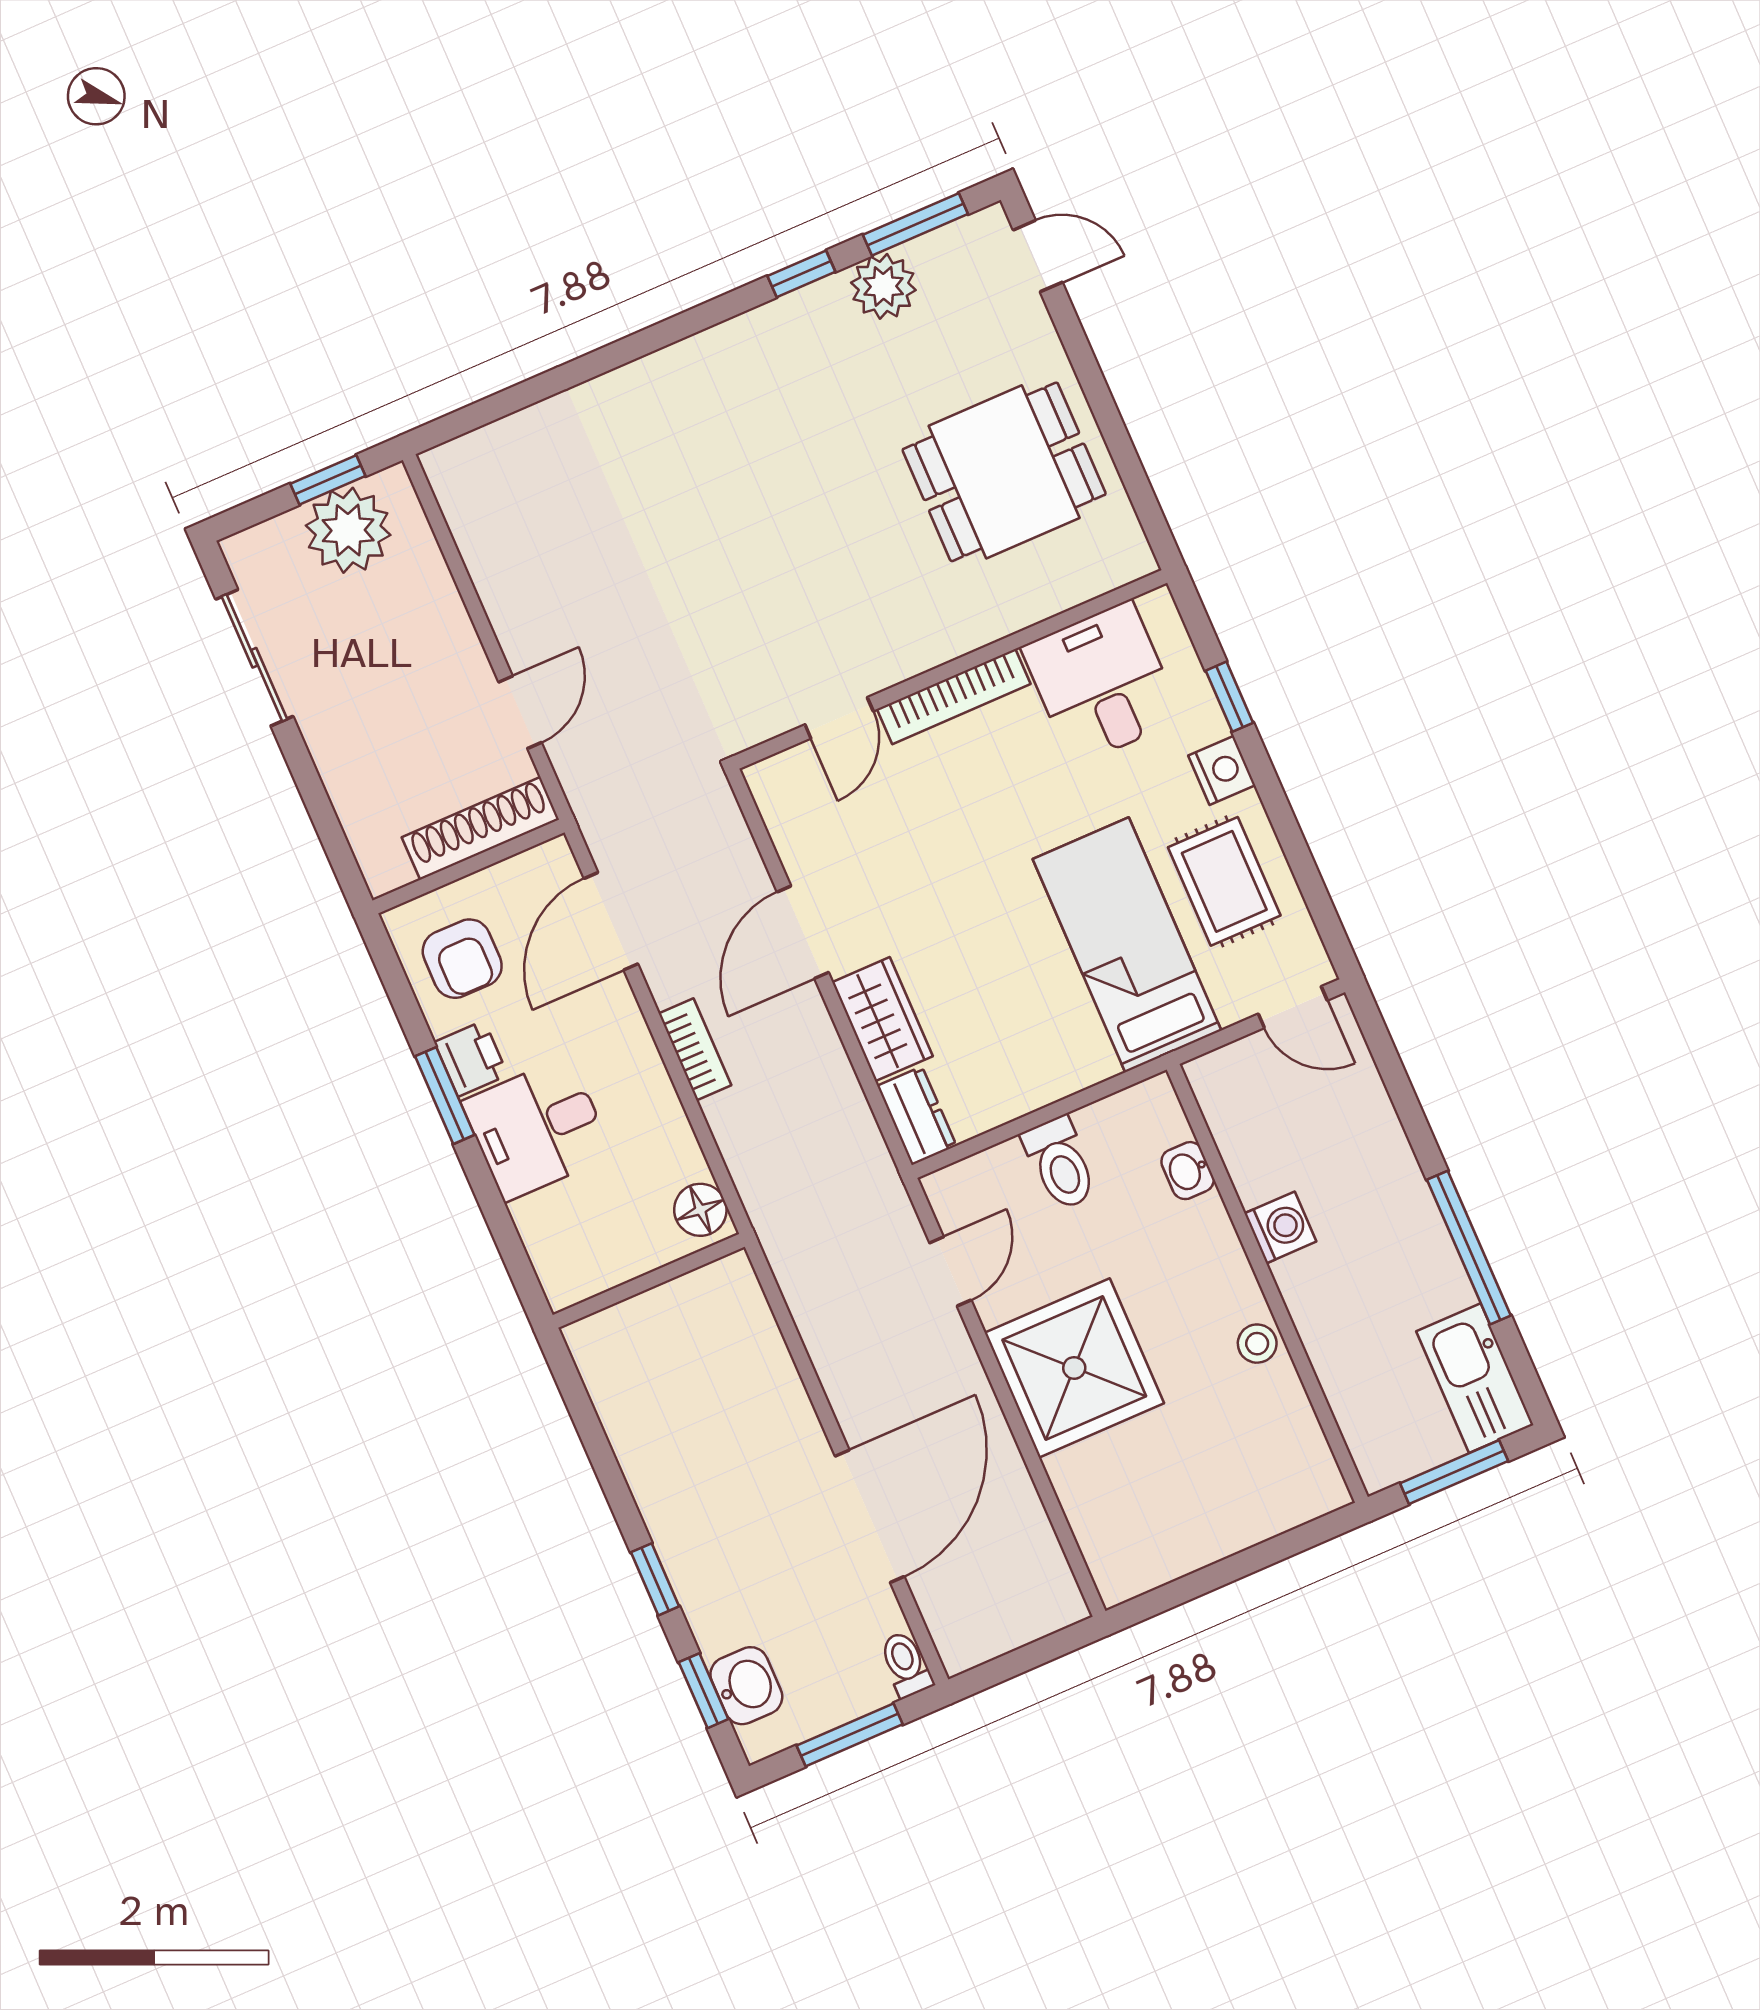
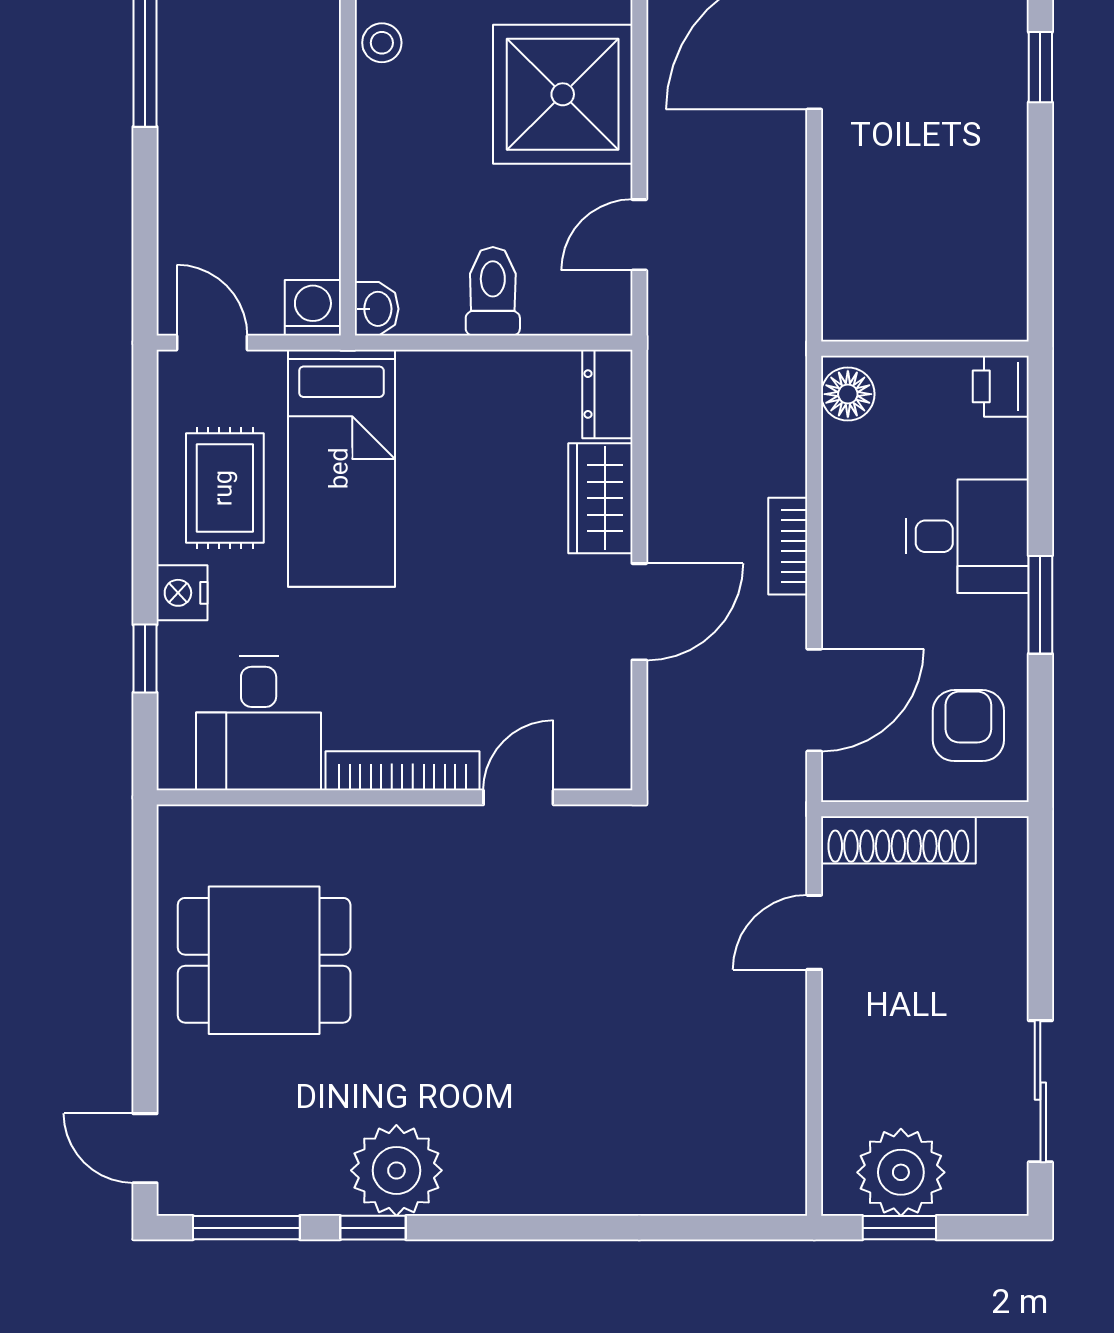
plant: (883, 286) -> (396, 1170), moved, width x1.36, depth x1.36
printer: (471, 1059) -> (1001, 386), moved
washbasin: (1188, 1171) -> (377, 309), moved
washing machine: (1280, 1227) -> (313, 308), moved, turned 90

